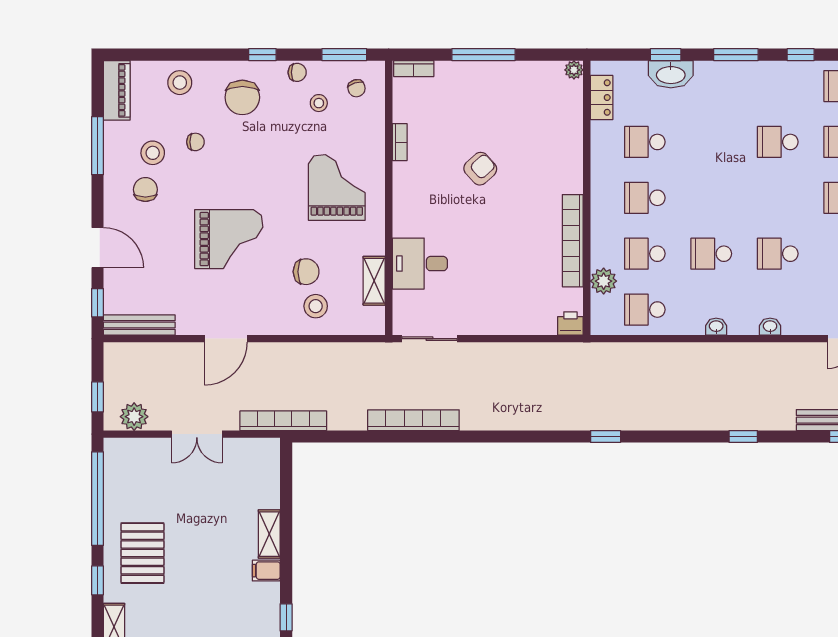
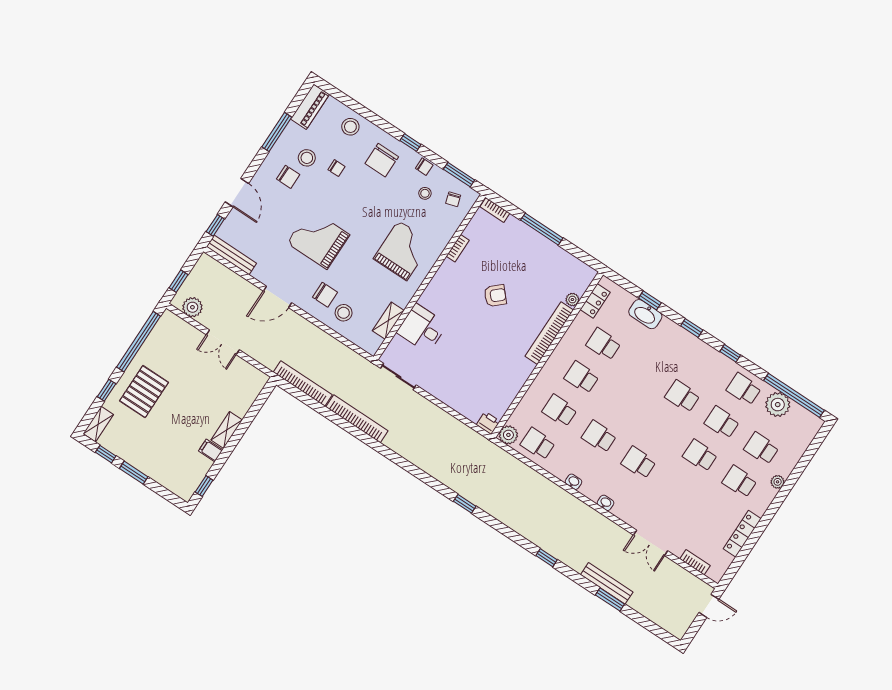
window: (736, 55) -> (692, 328), width x0.67
plant: (574, 70) -> (572, 300), moved
chair: (145, 190) -> (288, 177), turned 90
grand piano: (229, 239) -> (318, 239), turned 180
bookcase: (573, 241) -> (549, 333), moved
chair: (306, 272) -> (325, 295), moved
plant: (604, 281) -> (508, 435), moved
bookcase: (283, 421) -> (303, 383), moved

